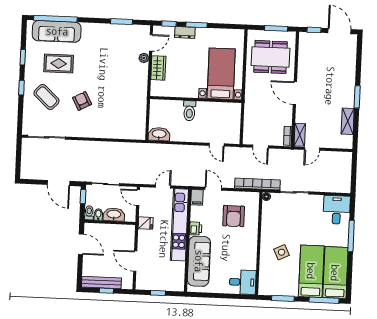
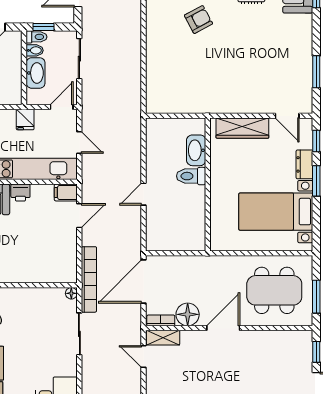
dining table: (270, 57) -> (274, 290), turned 90
plant: (144, 58) -> (265, 106), removed
wardrobe: (158, 68) -> (242, 128), width x1.50
bed with nightstands: (221, 74) -> (276, 212), moved, turned 180
floor lamp: (284, 117) -> (188, 314), added
washbasin: (159, 134) -> (196, 150), moved, turned 180
door: (217, 145) -> (144, 194), moved
door: (260, 147) -> (144, 282), width x1.87
window: (83, 197) -> (43, 27), moved
armchair: (234, 216) -> (41, 247), removed

